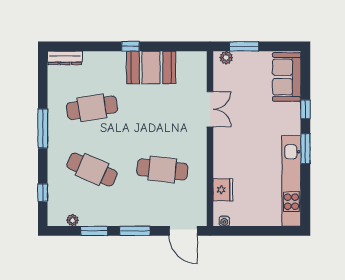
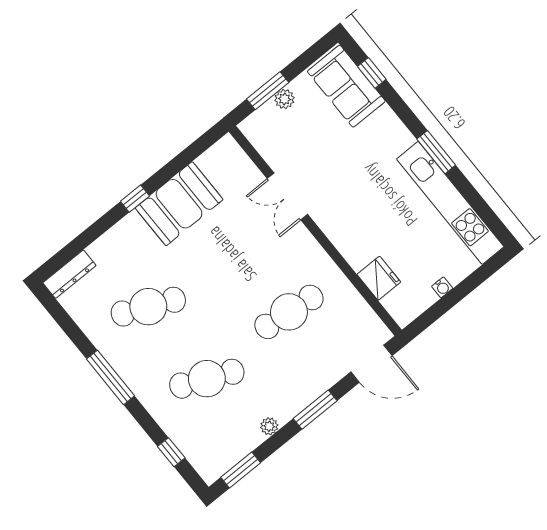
plant: (226, 58) -> (284, 99), moved
cafe table: (92, 108) -> (148, 307), turned 33
double door: (210, 109) -> (287, 196), swing flipped
window: (305, 109) -> (372, 73), moved
plant: (73, 220) -> (269, 426), moved
water cooler: (224, 221) -> (442, 287), moved
window: (94, 231) -> (241, 470), moved

